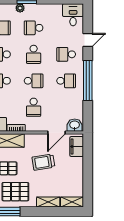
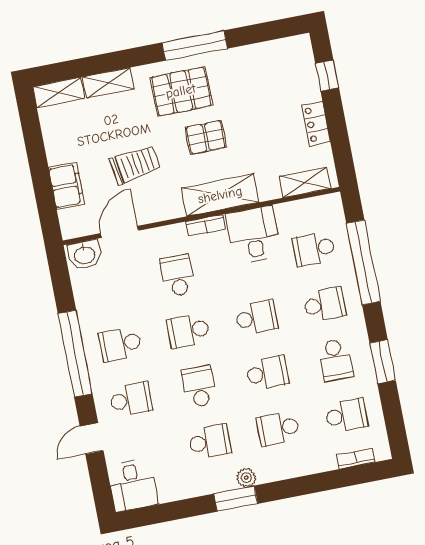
filing cabinet: (77, 147) -> (66, 186), moved

